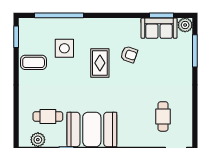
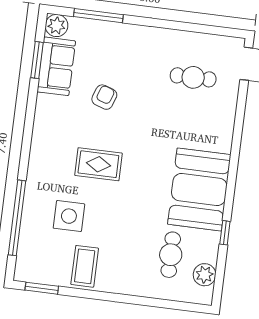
armchair: (129, 54) -> (104, 97), moved

